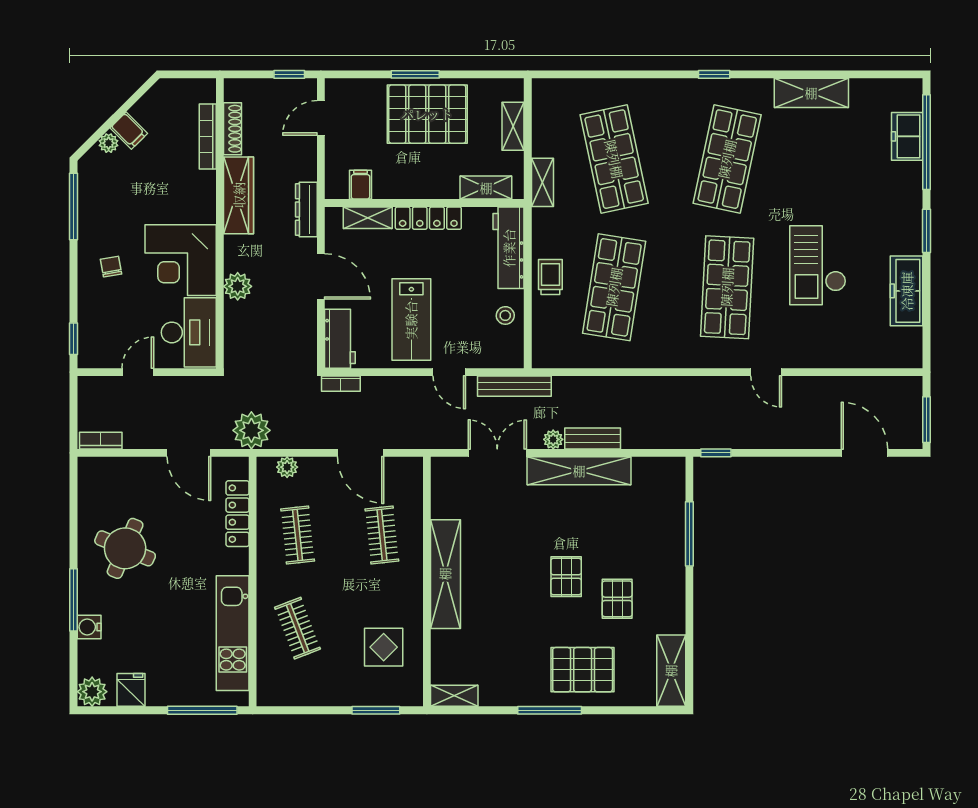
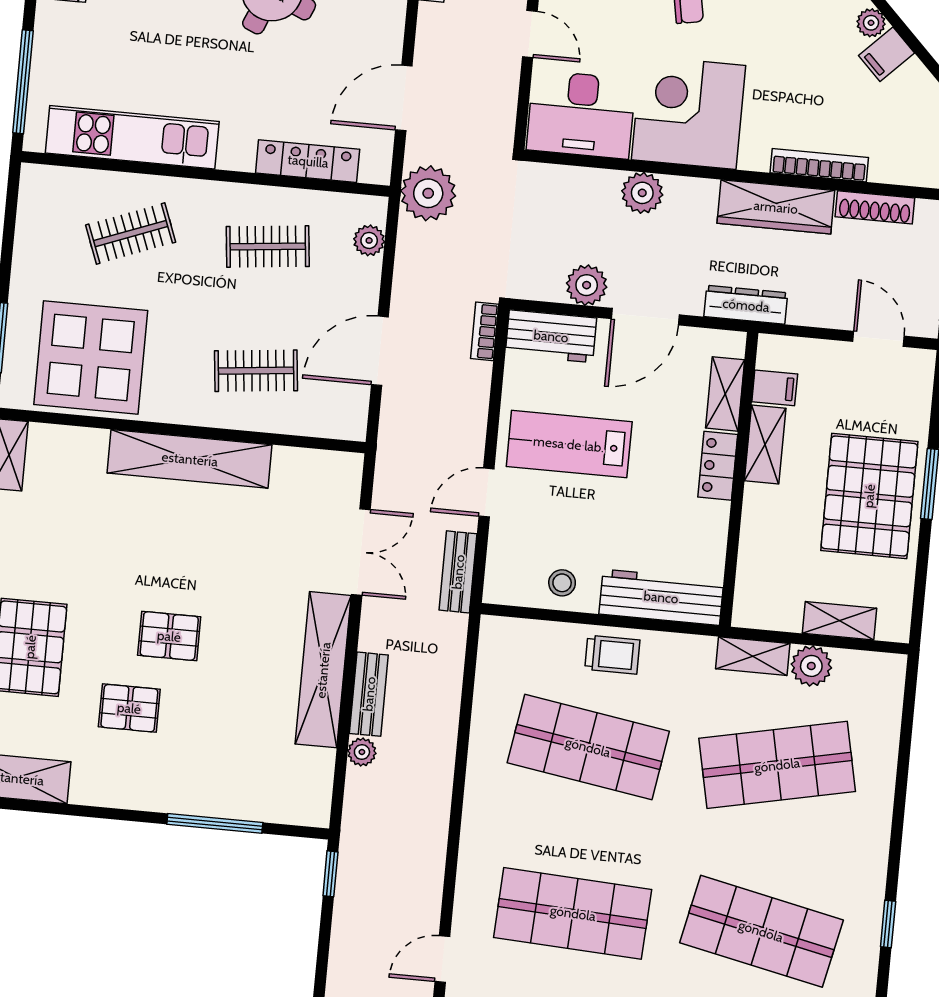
bookcase: (208, 137) -> (819, 165), moved
plant: (545, 142) -> (811, 666), added
shelving: (486, 188) -> (765, 444), moved
locker: (428, 218) -> (718, 466), width x0.66
plant: (303, 318) -> (587, 285), added
bench: (514, 386) -> (458, 572), width x0.73
plant: (553, 439) -> (362, 752), moved
display table: (384, 647) -> (91, 358), width x1.86, depth x1.86

